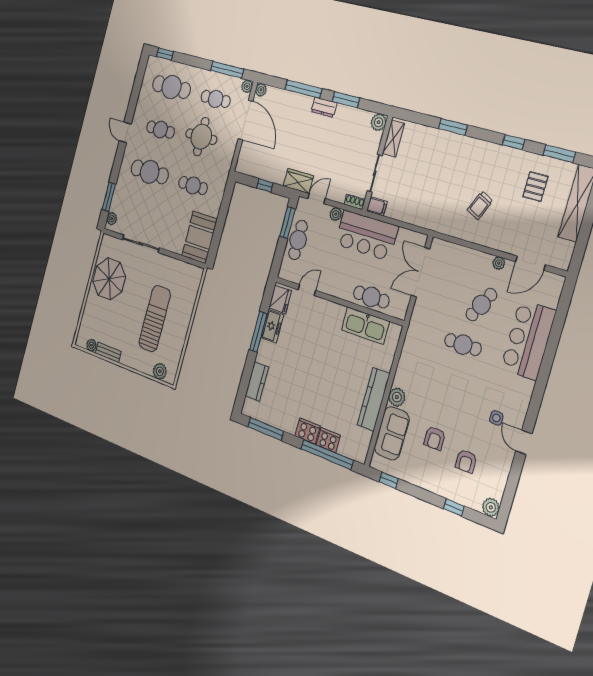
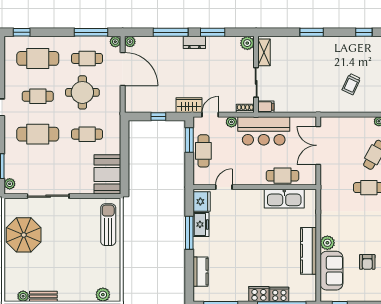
sun lounger: (155, 319) -> (108, 225), moved, width x0.73, depth x0.75

